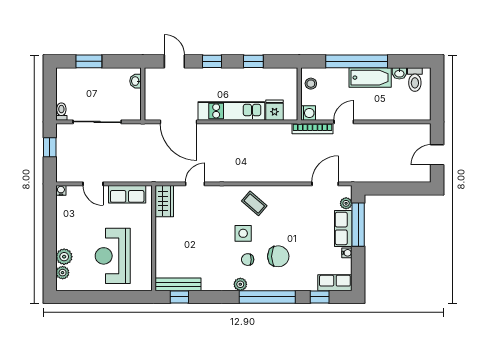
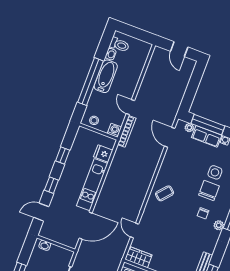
side table: (243, 233) -> (215, 172), moved

